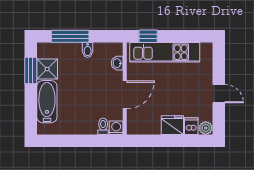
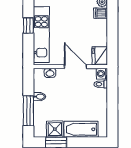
window: (148, 36) -> (28, 25), moved
fridge: (172, 125) -> (100, 56), moved

